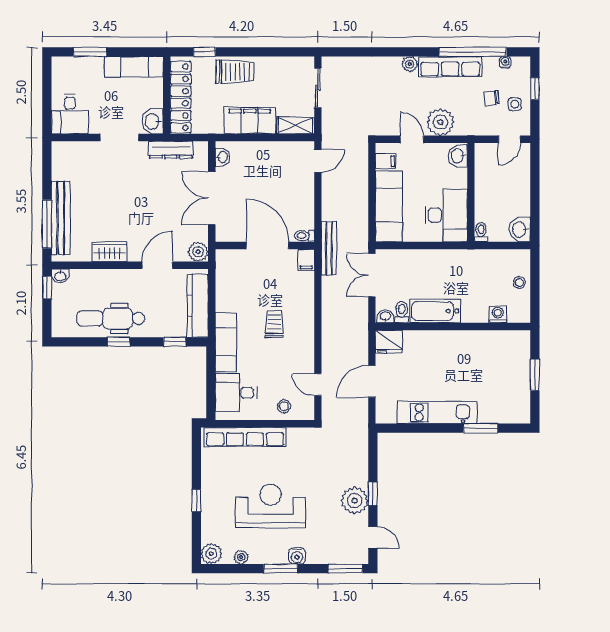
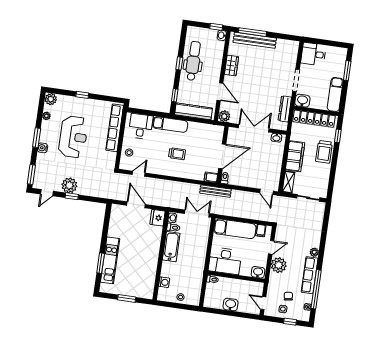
washbasin: (520, 230) -> (231, 305), moved
kitchen unit: (437, 412) -> (110, 260), moved

